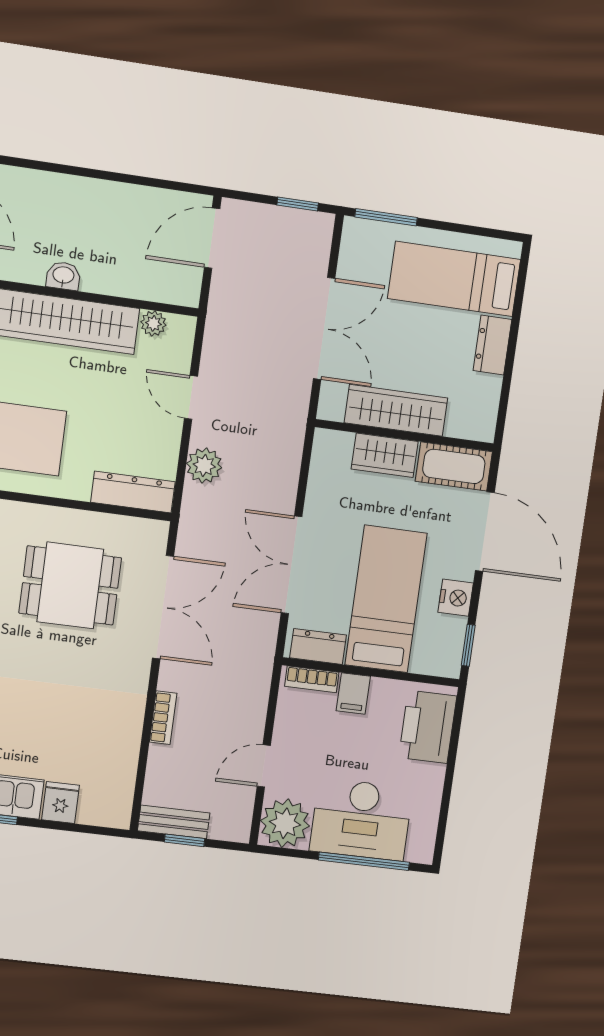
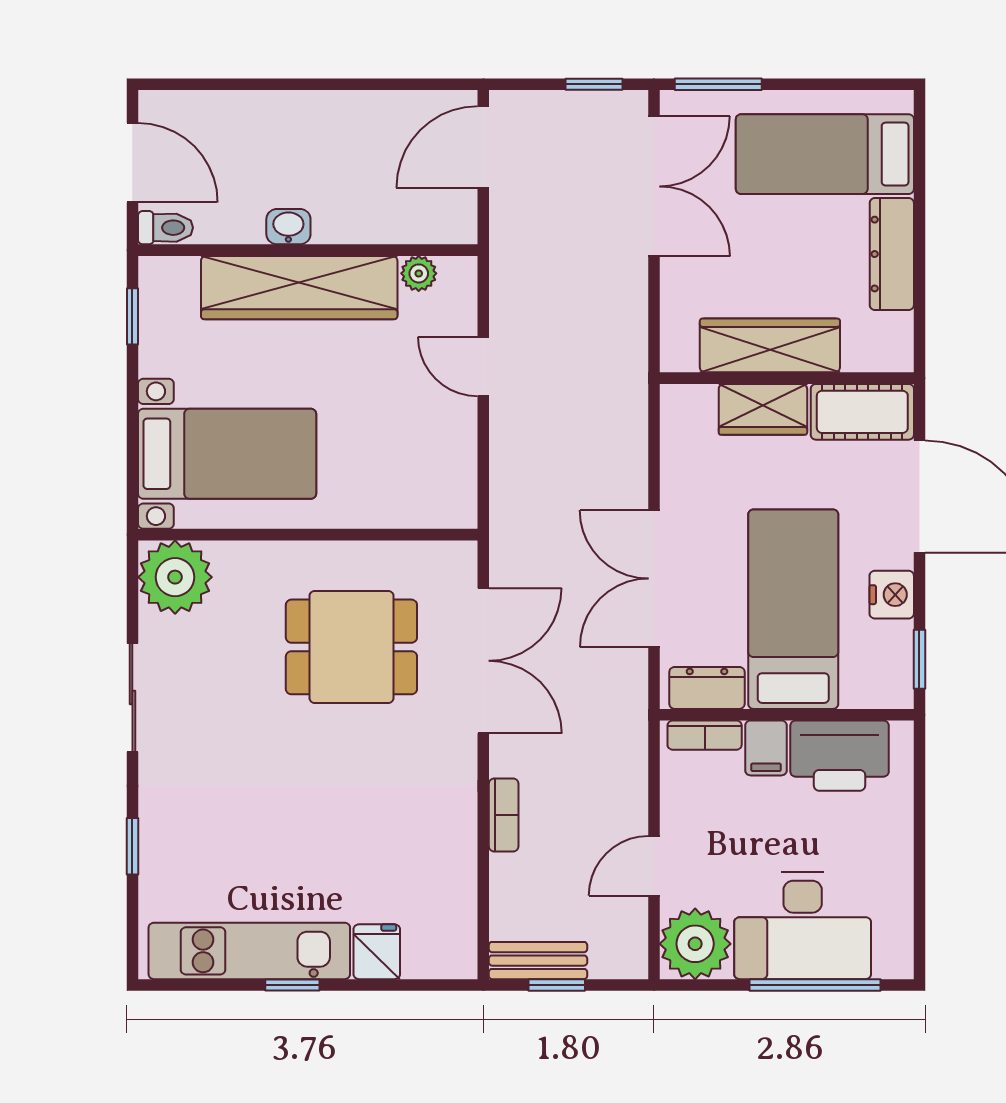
double door: (324, 329) -> (654, 186), moved
dresser: (492, 345) -> (892, 254), width x1.44
plant: (204, 466) -> (514, 457), removed
dresser: (133, 492) -> (421, 507), removed
printer: (428, 727) -> (840, 756), moved, turned -90

